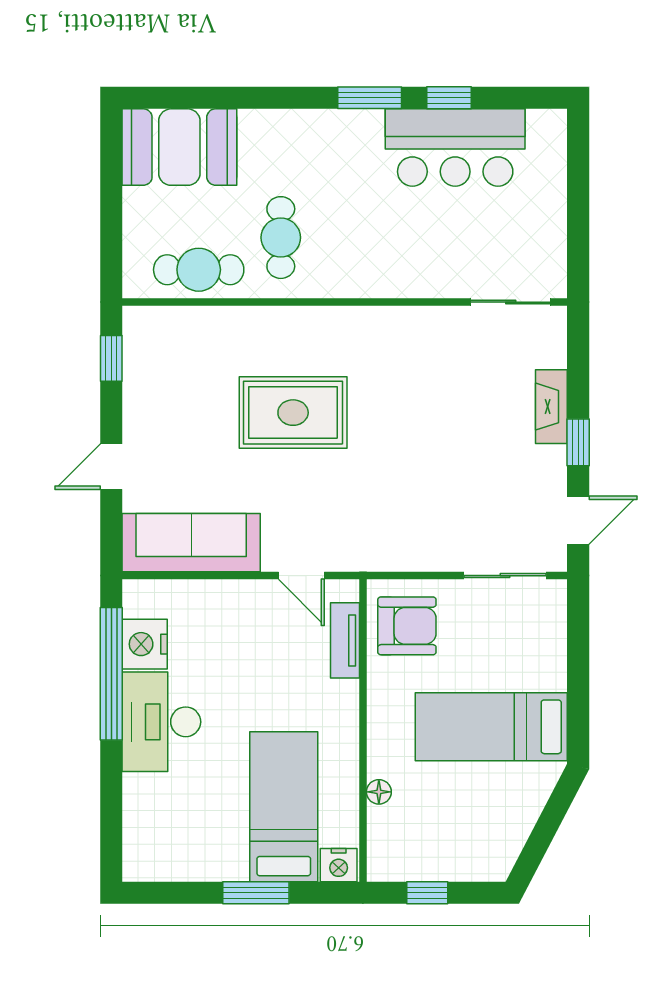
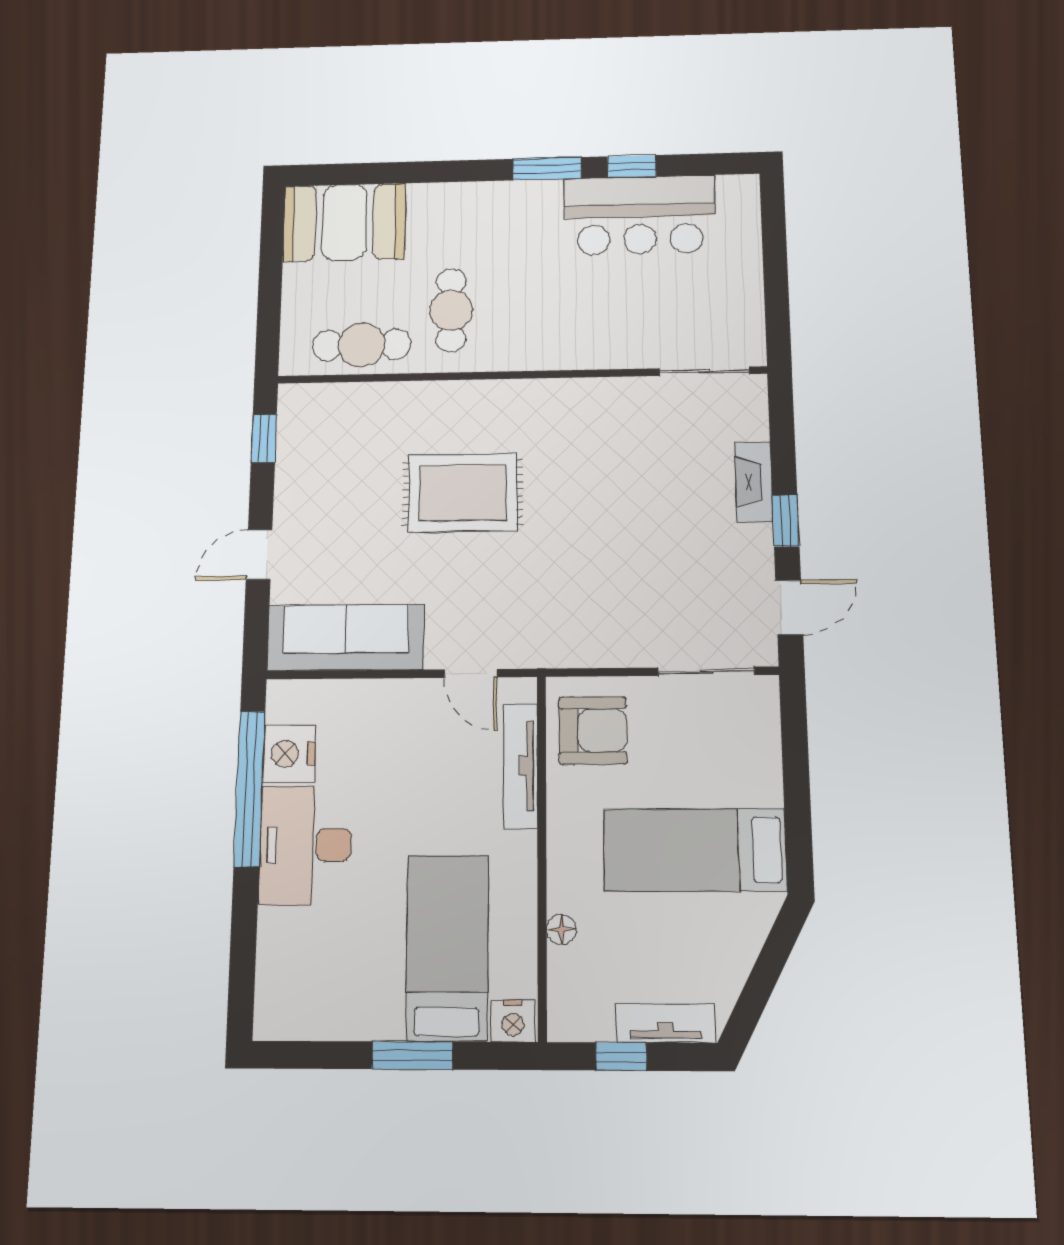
tv unit: (345, 640) -> (521, 766), width x1.41
tv unit: (464, 866) -> (665, 1023), added

